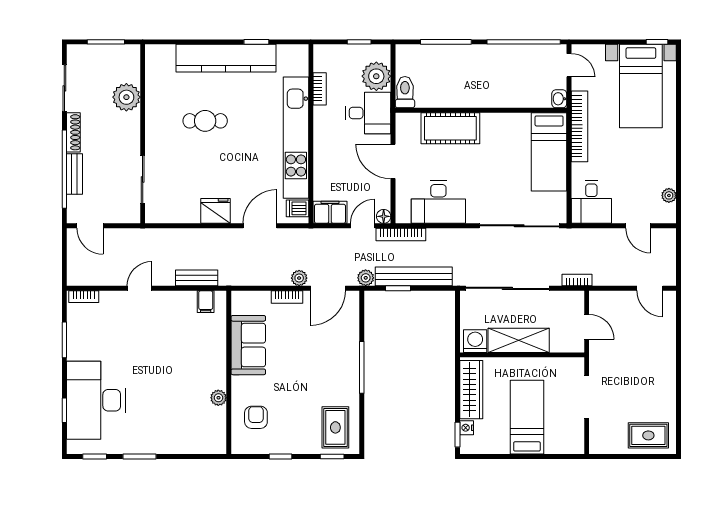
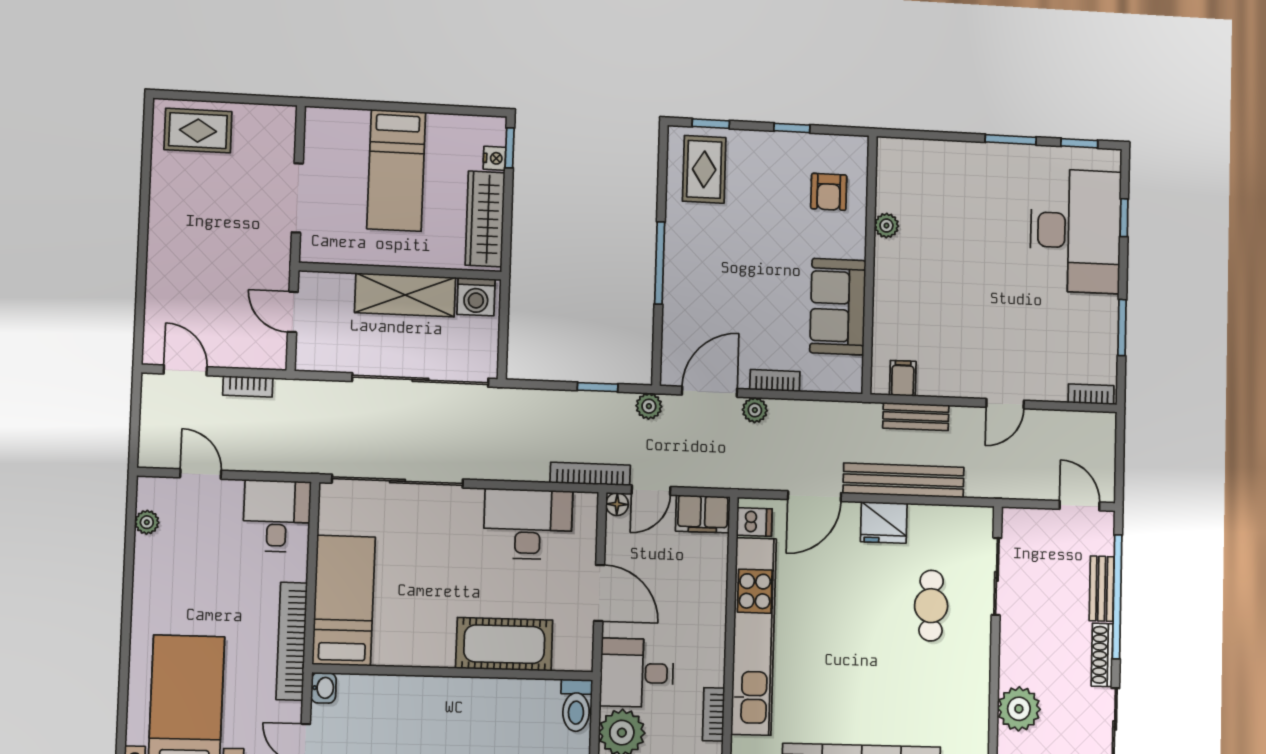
cafe table: (205, 121) -> (931, 606), moved, turned 90
bench: (414, 276) -> (904, 480), moved
bookcase: (577, 280) -> (248, 386), moved

